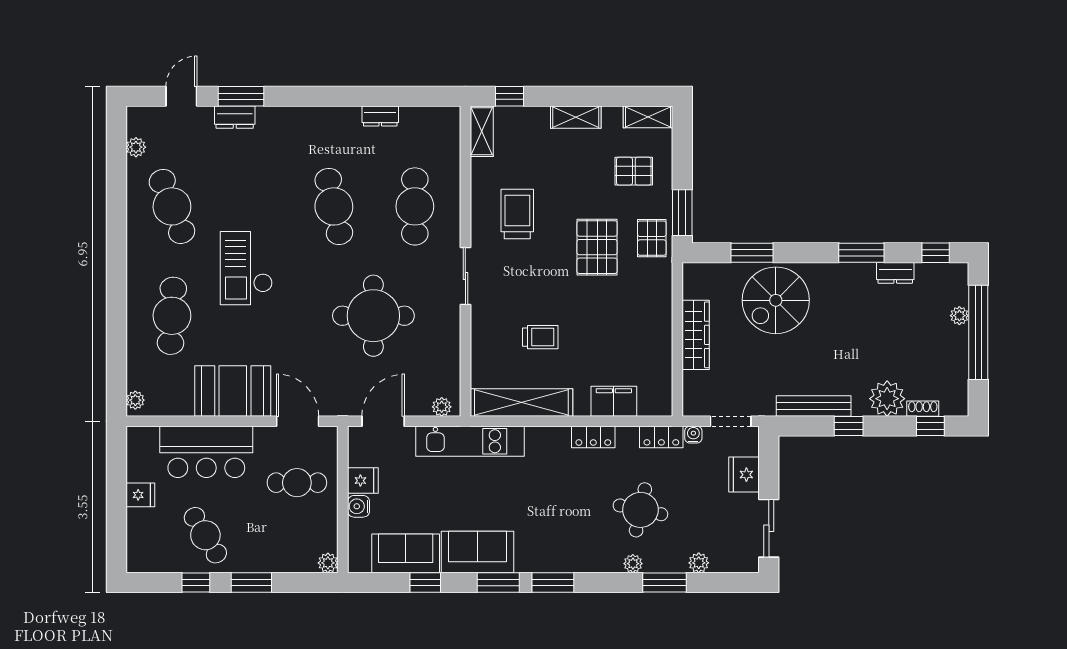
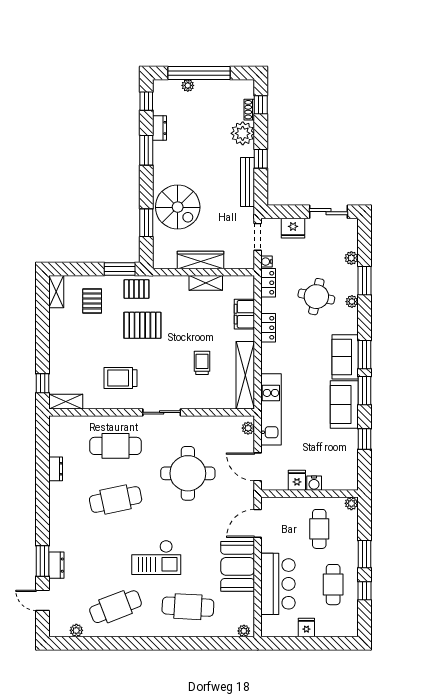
shelving: (576, 117) -> (206, 283), moved, turned 90
cafe table: (297, 483) -> (319, 529), moved
cafe table: (205, 535) -> (333, 585), turned -59
sofa: (406, 553) -> (345, 357), moved

